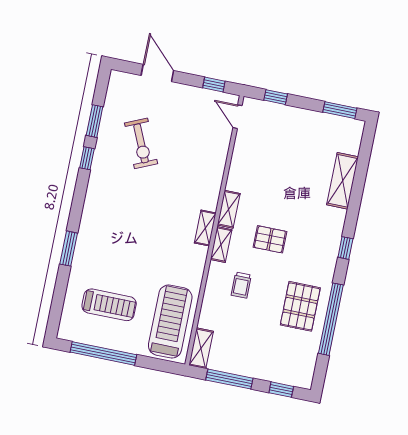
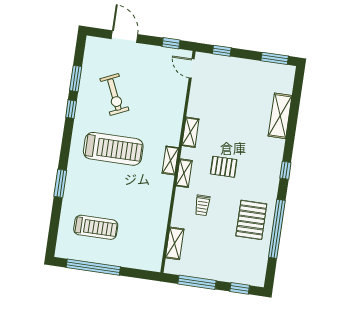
shelving: (229, 209) -> (190, 132), moved
treadmill: (170, 322) -> (113, 149), moved, turned 90
shelving: (201, 348) -> (175, 243), moved

